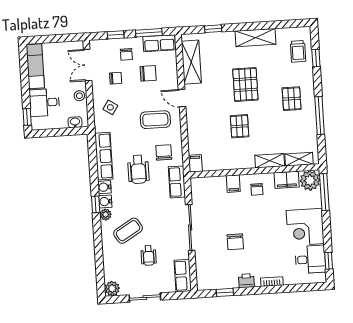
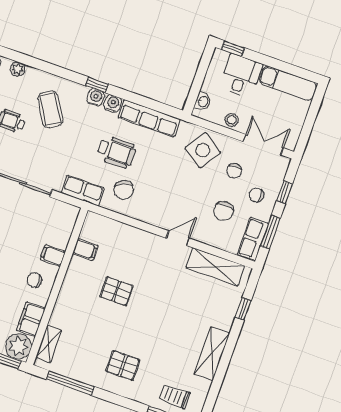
pallet: (245, 84) -> (162, 319), removed
side table: (110, 107) -> (203, 150), width x1.87, depth x1.87
window: (320, 116) -> (70, 383), moved
coffee table: (155, 120) -> (166, 196), removed
chair: (164, 152) -> (124, 190), turned 67
shelving: (270, 161) -> (61, 309), removed
filing cabinet: (195, 163) -> (85, 250), moved
wheelchair: (138, 169) -> (117, 152), turned 180
plant: (106, 215) -> (18, 69), moved

